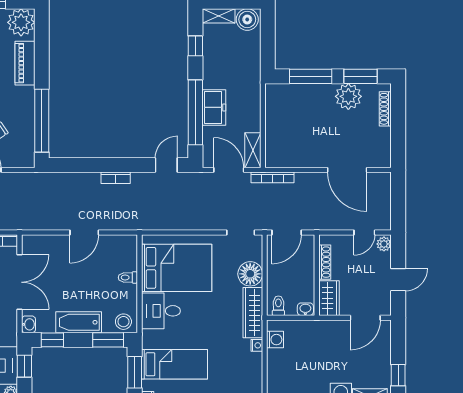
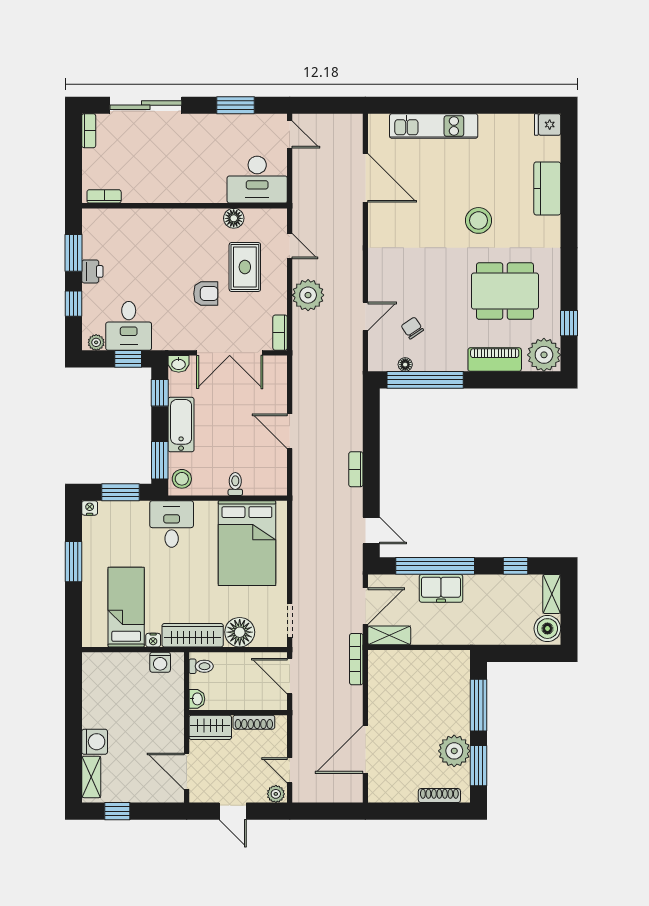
floor lamp: (29, 137) -> (405, 365), added
desk: (161, 311) -> (172, 524), moved
bed: (174, 364) -> (126, 607), moved, turned 180

